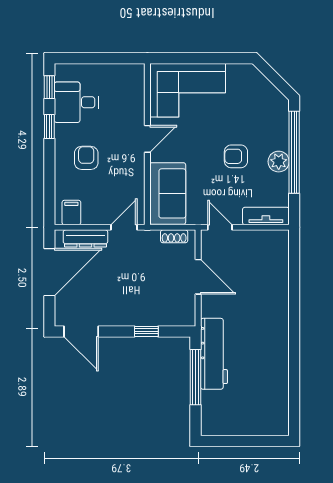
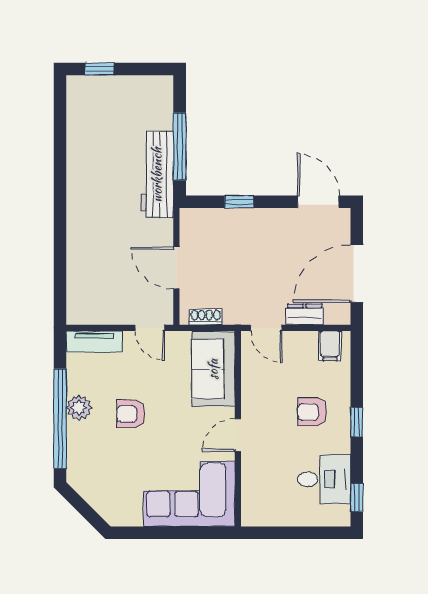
window: (49, 126) -> (357, 422), moved
armchair: (236, 156) -> (131, 414), turned 180
armchair: (86, 158) -> (312, 412), turned 90
door: (124, 227) -> (266, 328), hinge flipped
dresser: (85, 238) -> (305, 314), width x0.70
window: (262, 441) -> (99, 69), added

